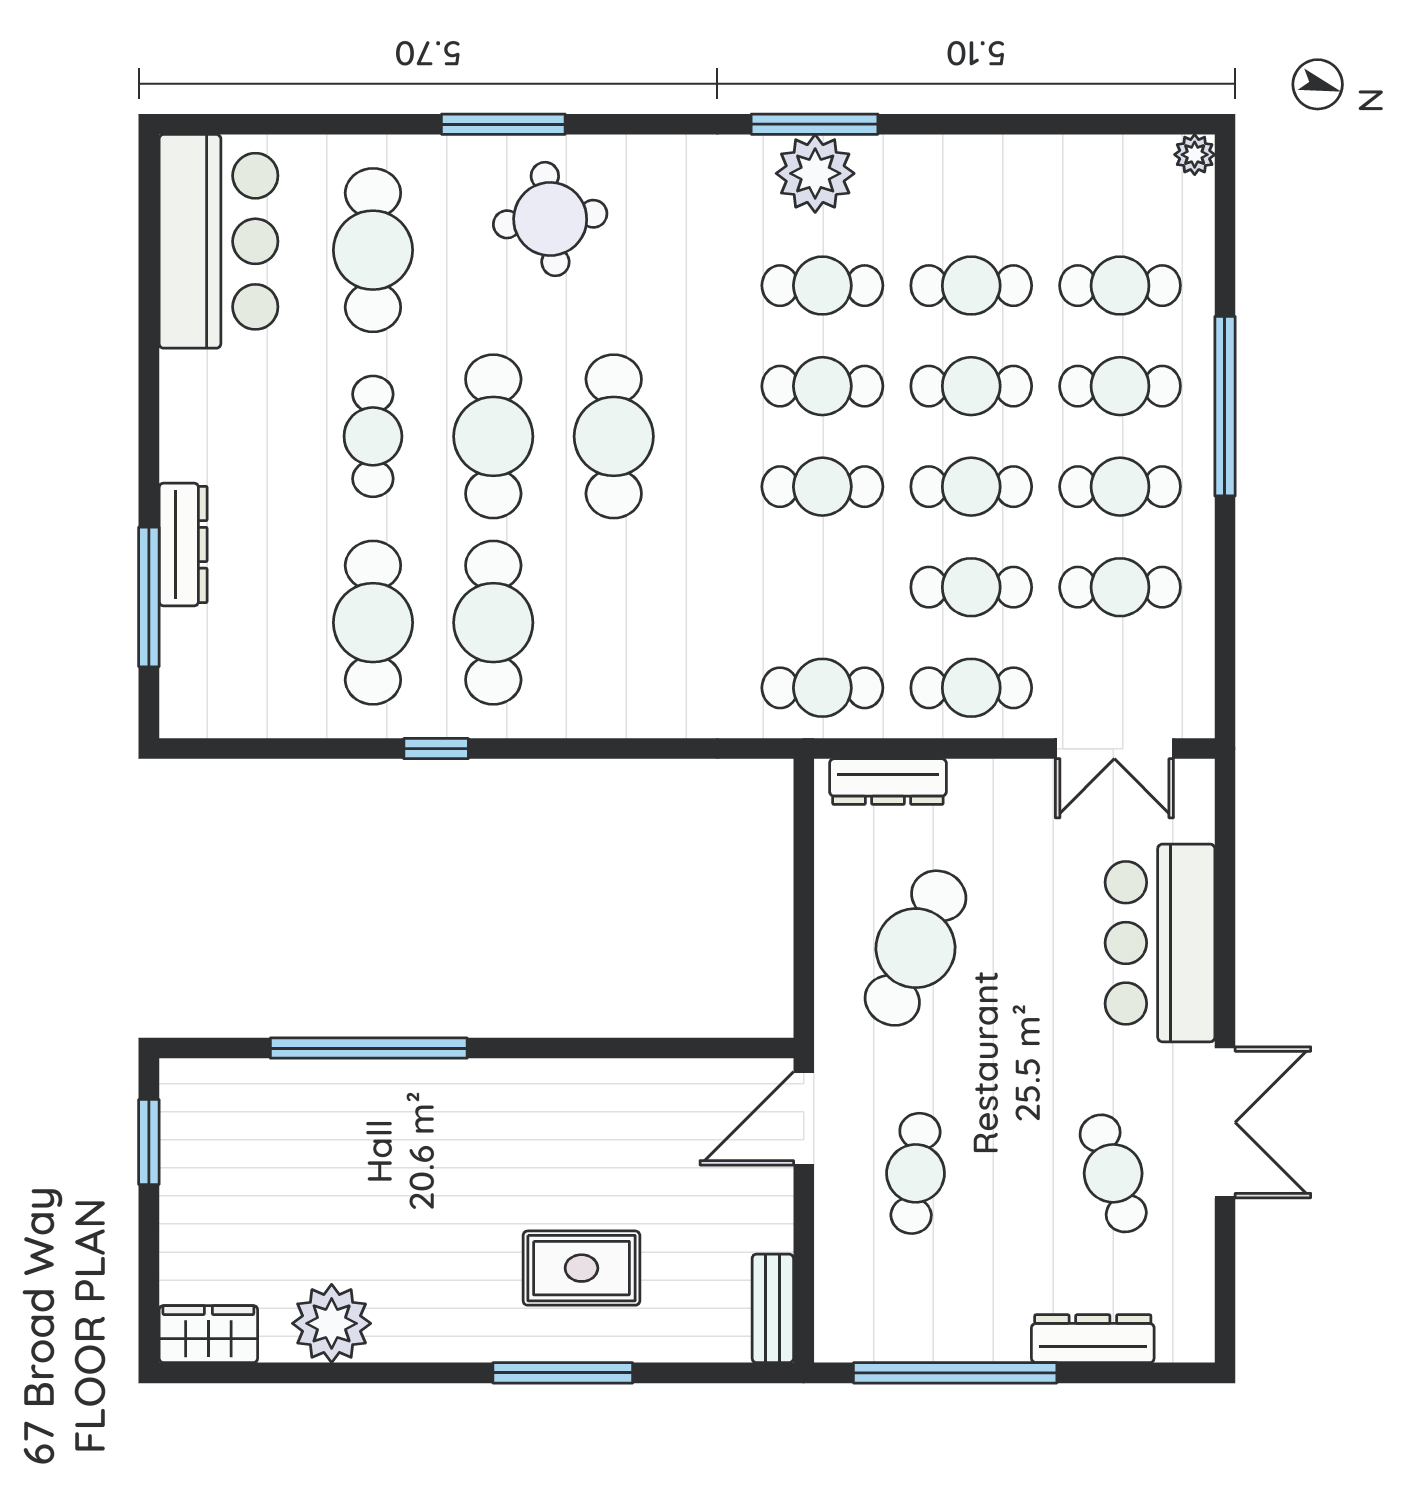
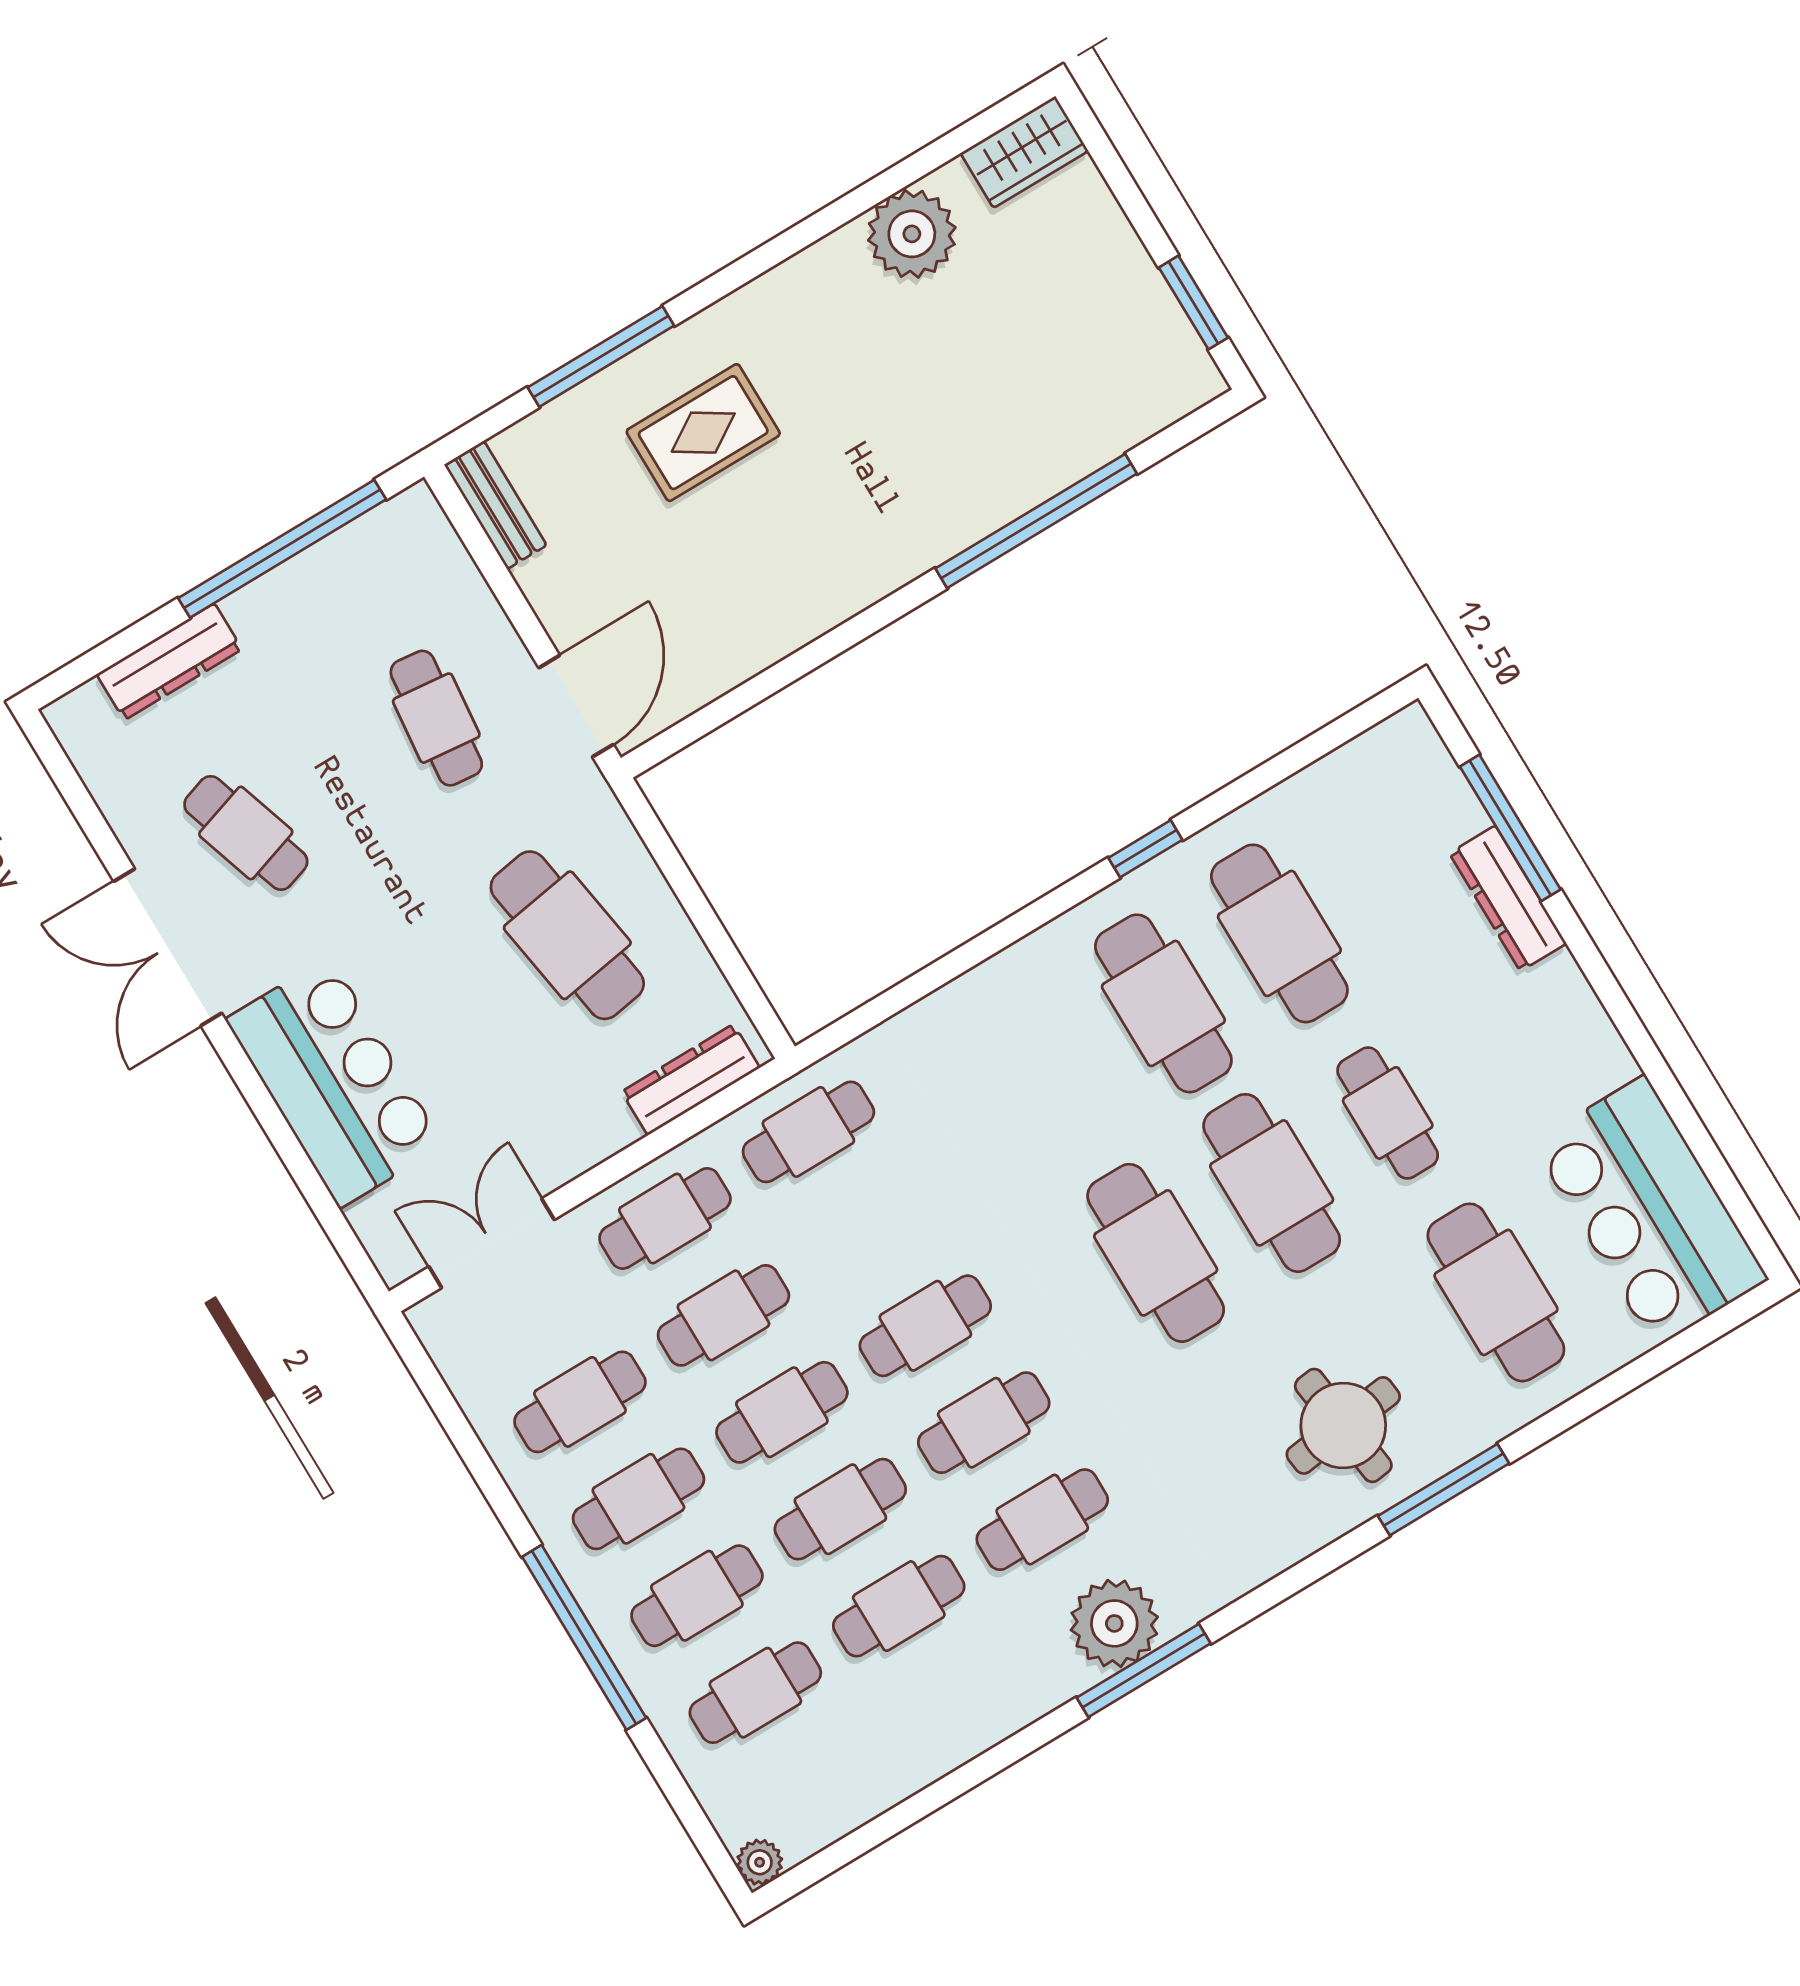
cafe table: (916, 948) -> (567, 935), turned -33
window: (563, 1373) -> (601, 357), moved

